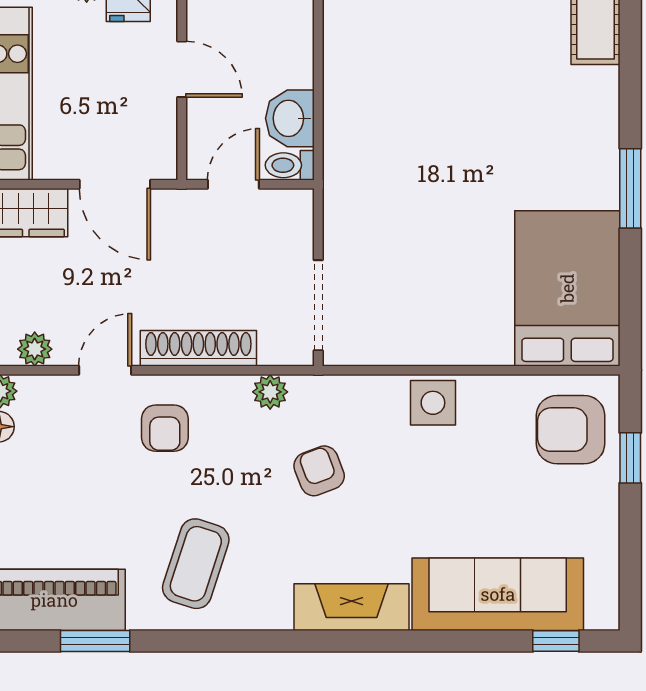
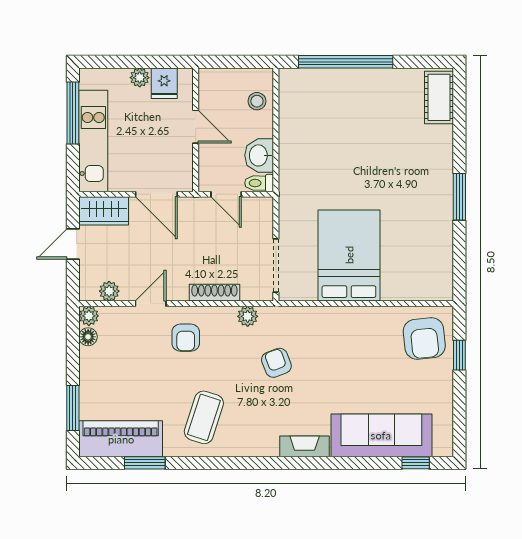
stool: (286, 26) -> (257, 101), added
door: (233, 184) -> (226, 194), swing flipped
bed: (567, 288) -> (349, 255), moved
shoe rack: (198, 348) -> (214, 293), width x0.74, depth x0.81
side table: (433, 403) -> (343, 323), removed
armchair: (571, 430) -> (424, 338), turned -96
fireplace: (351, 607) -> (305, 446), width x0.73, depth x0.76

